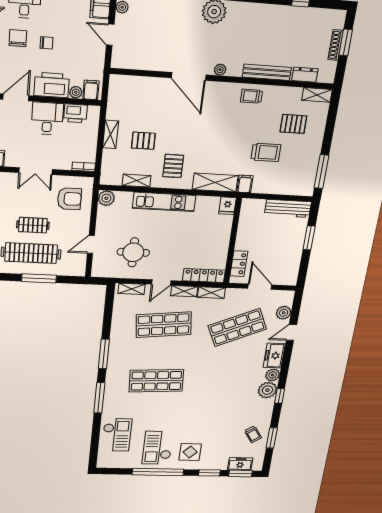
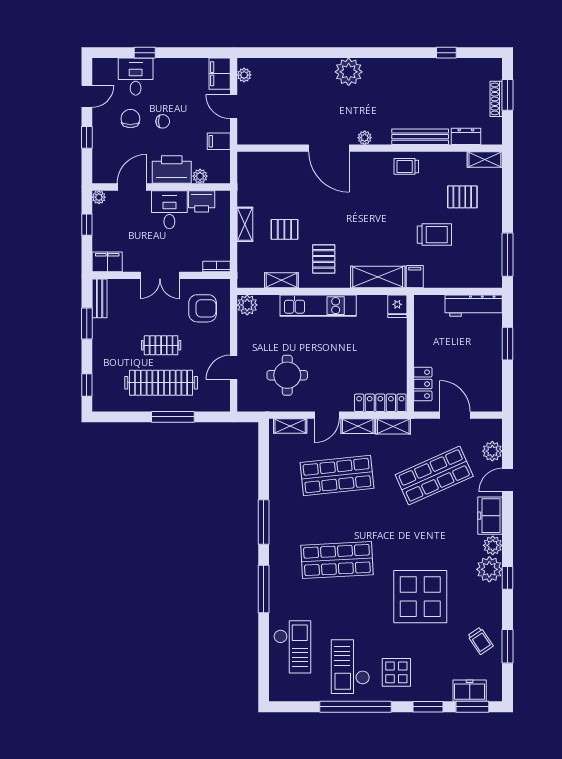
filing cabinet: (91, 90) -> (219, 141), moved, turned -90
display table: (214, 406) -> (420, 597), added

